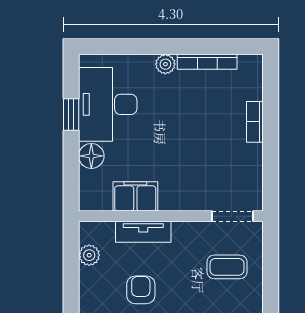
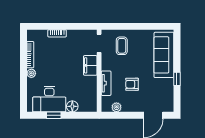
filing cabinet: (135, 196) -> (90, 65), moved

